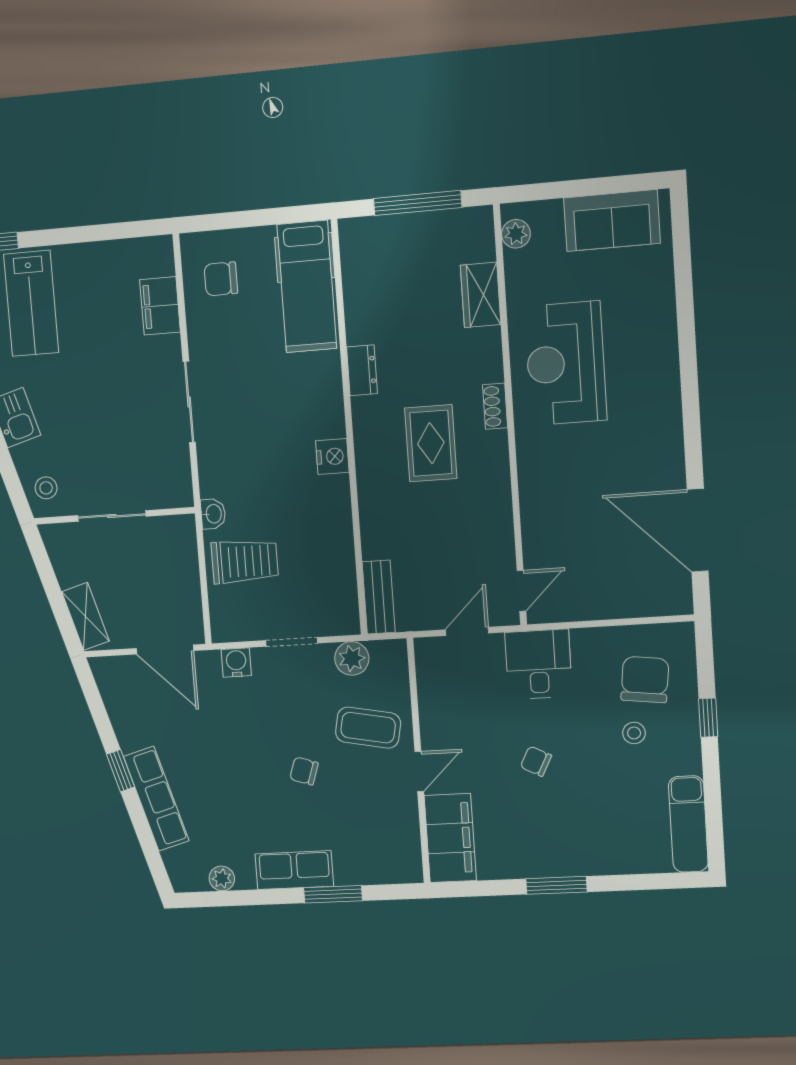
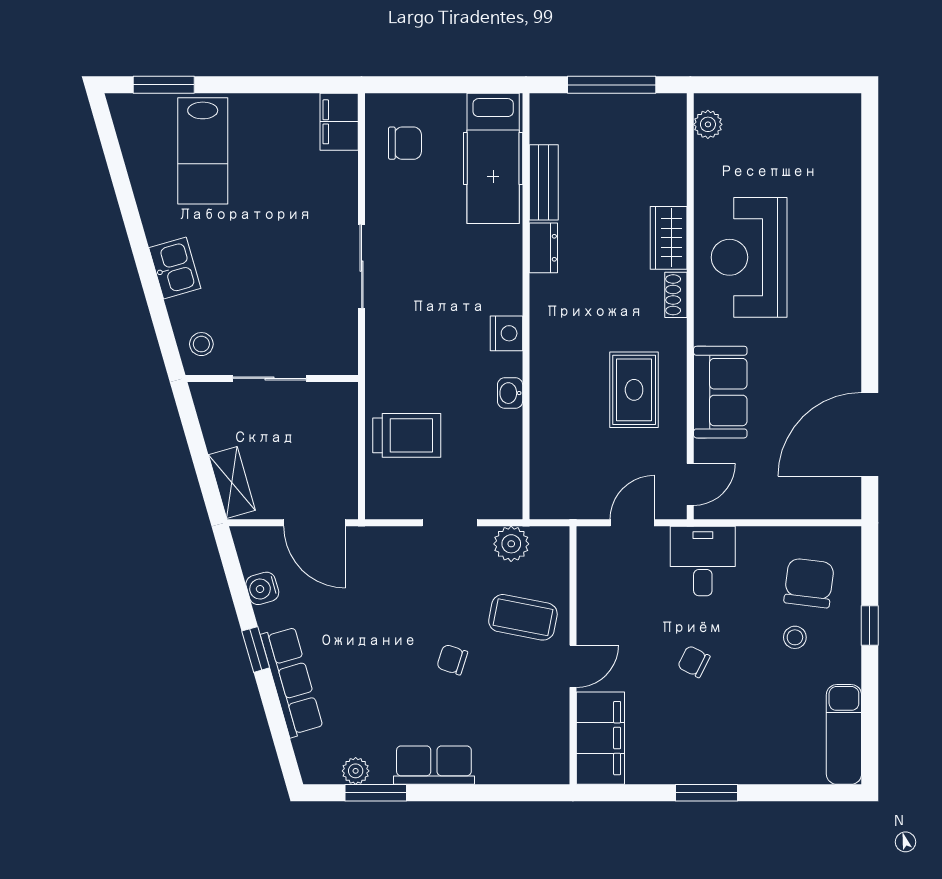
sofa: (612, 221) -> (720, 392), moved, turned -90
chair: (221, 279) -> (405, 143), turned 180
wardrobe: (481, 295) -> (669, 238), moved
filing cabinet: (160, 306) -> (339, 122), moved
rug: (431, 443) -> (634, 390), moved
washbasin: (213, 514) -> (510, 393), moved, turned 180
door: (698, 530) -> (870, 434), hinge flipped
bench: (379, 597) -> (544, 182), moved
water cooler: (236, 662) -> (262, 588), moved, turned -106
window: (333, 894) -> (376, 793), moved

